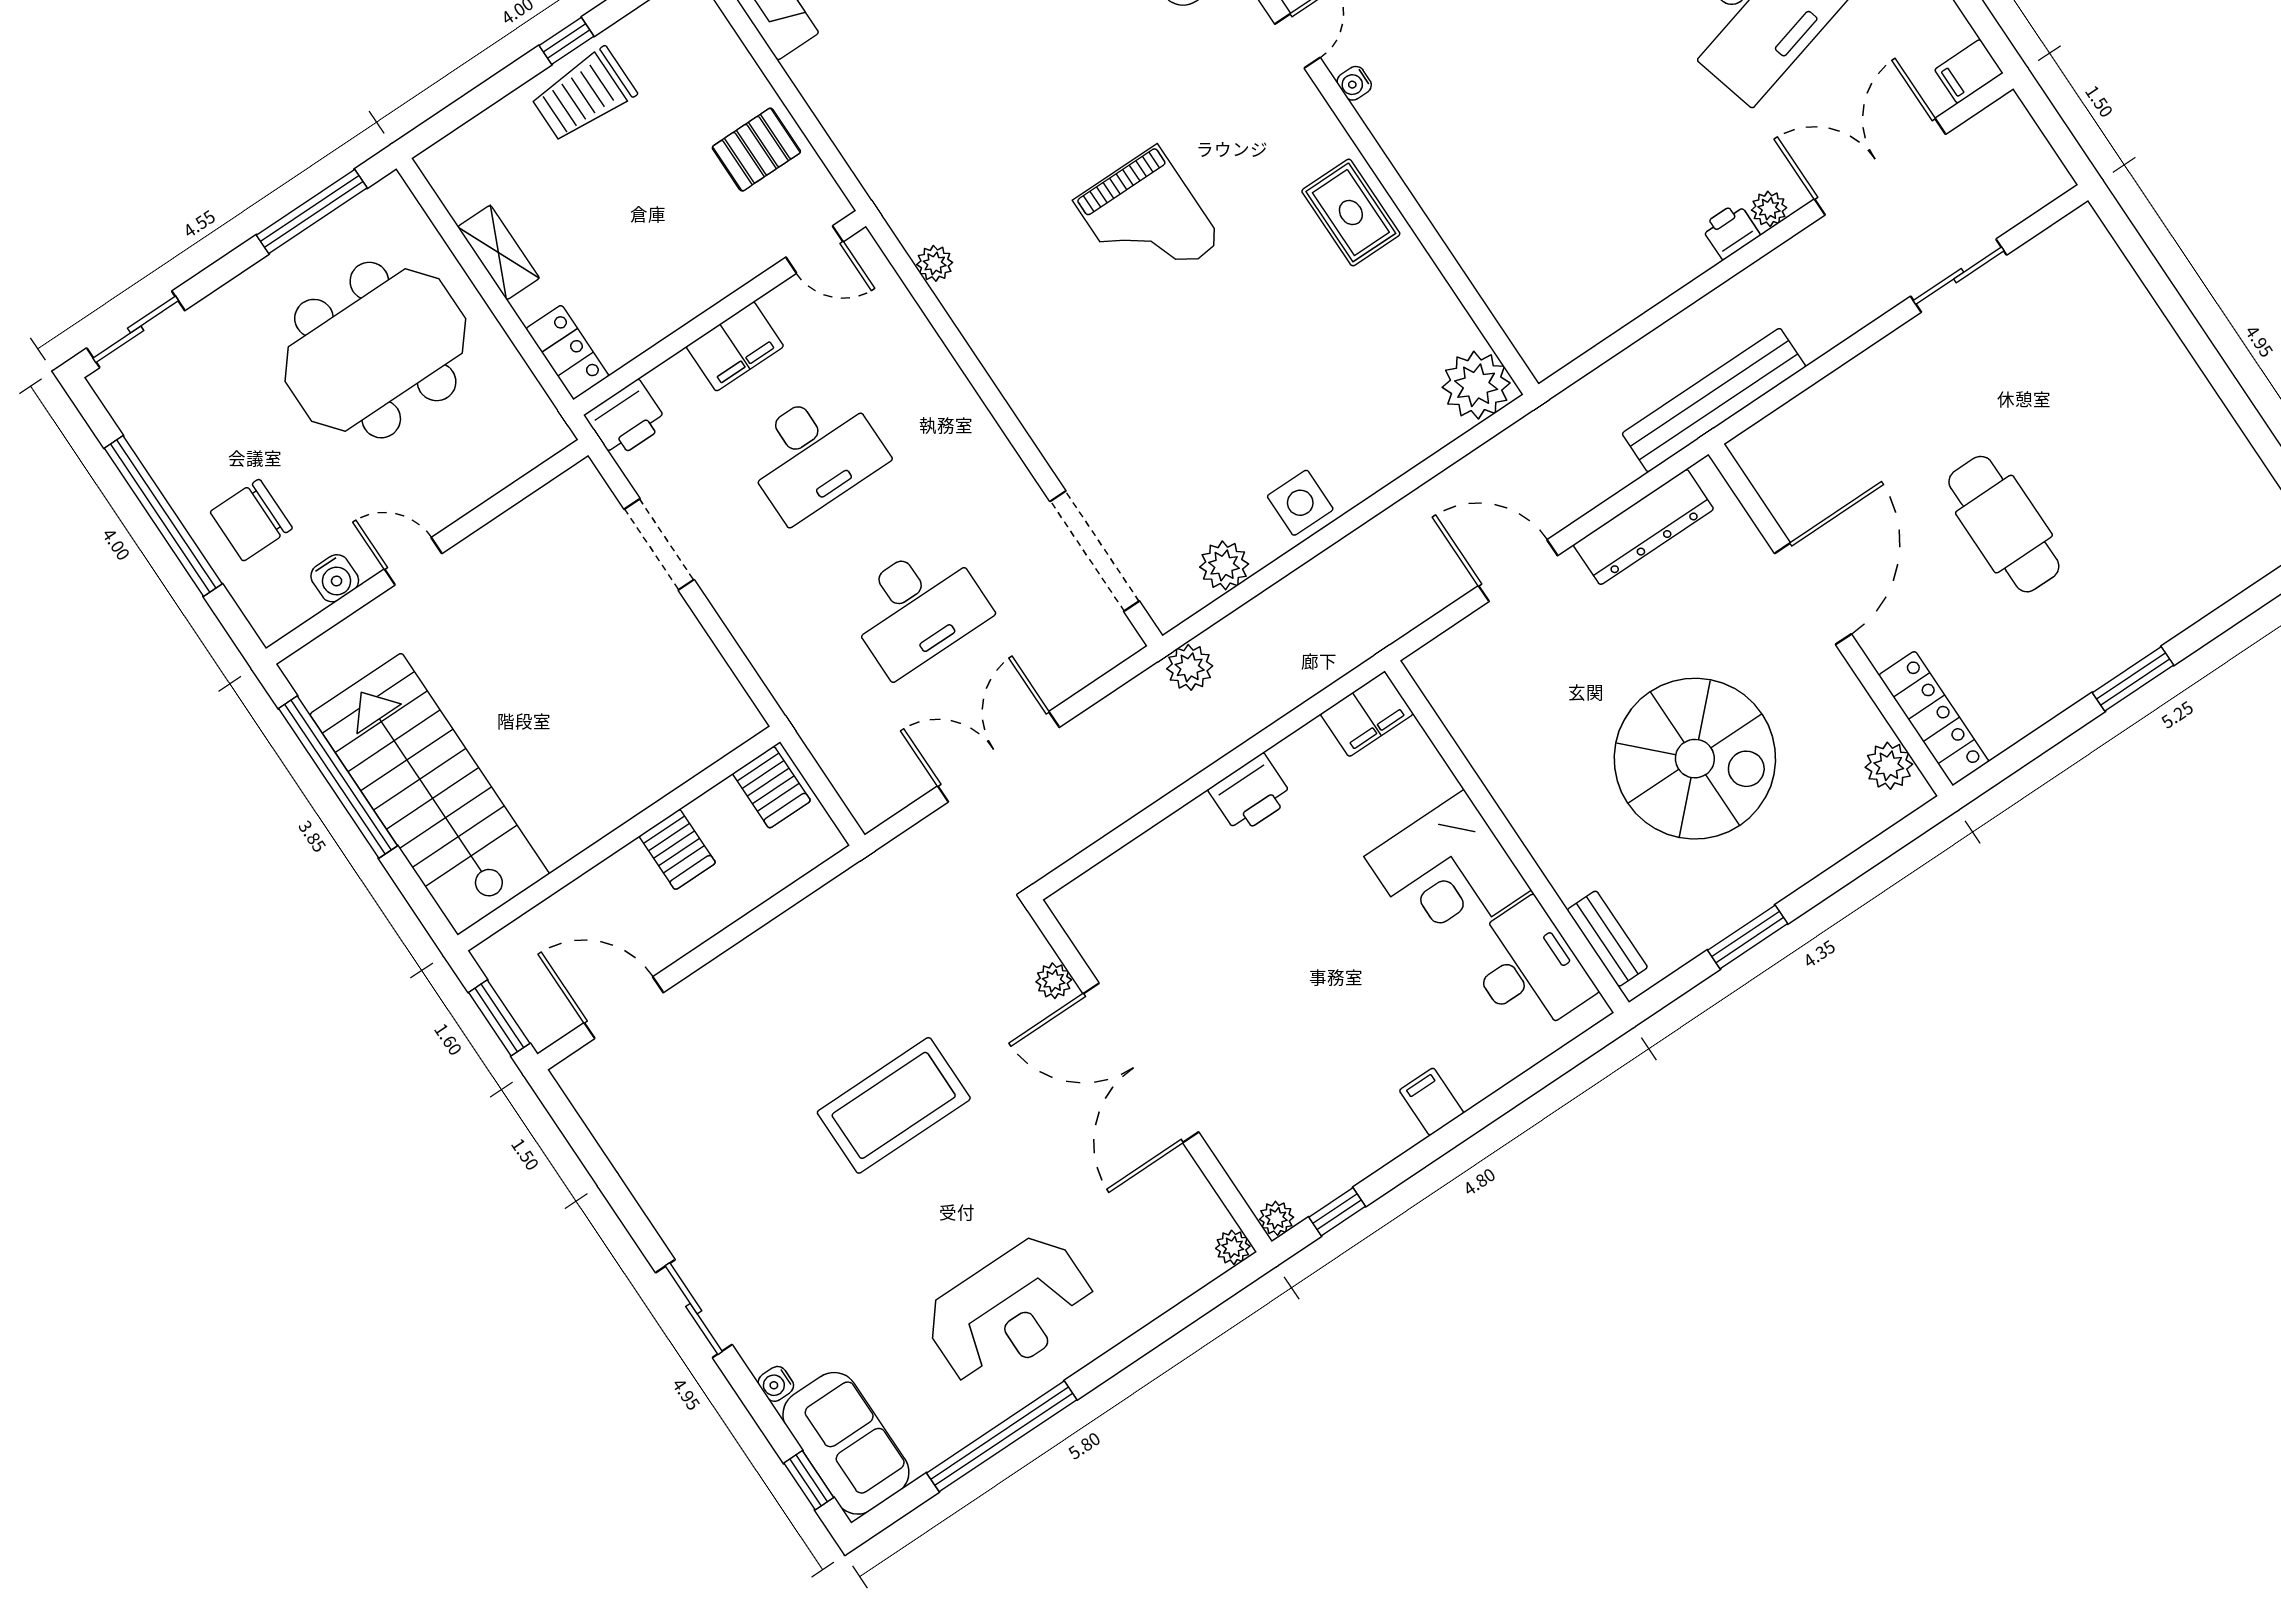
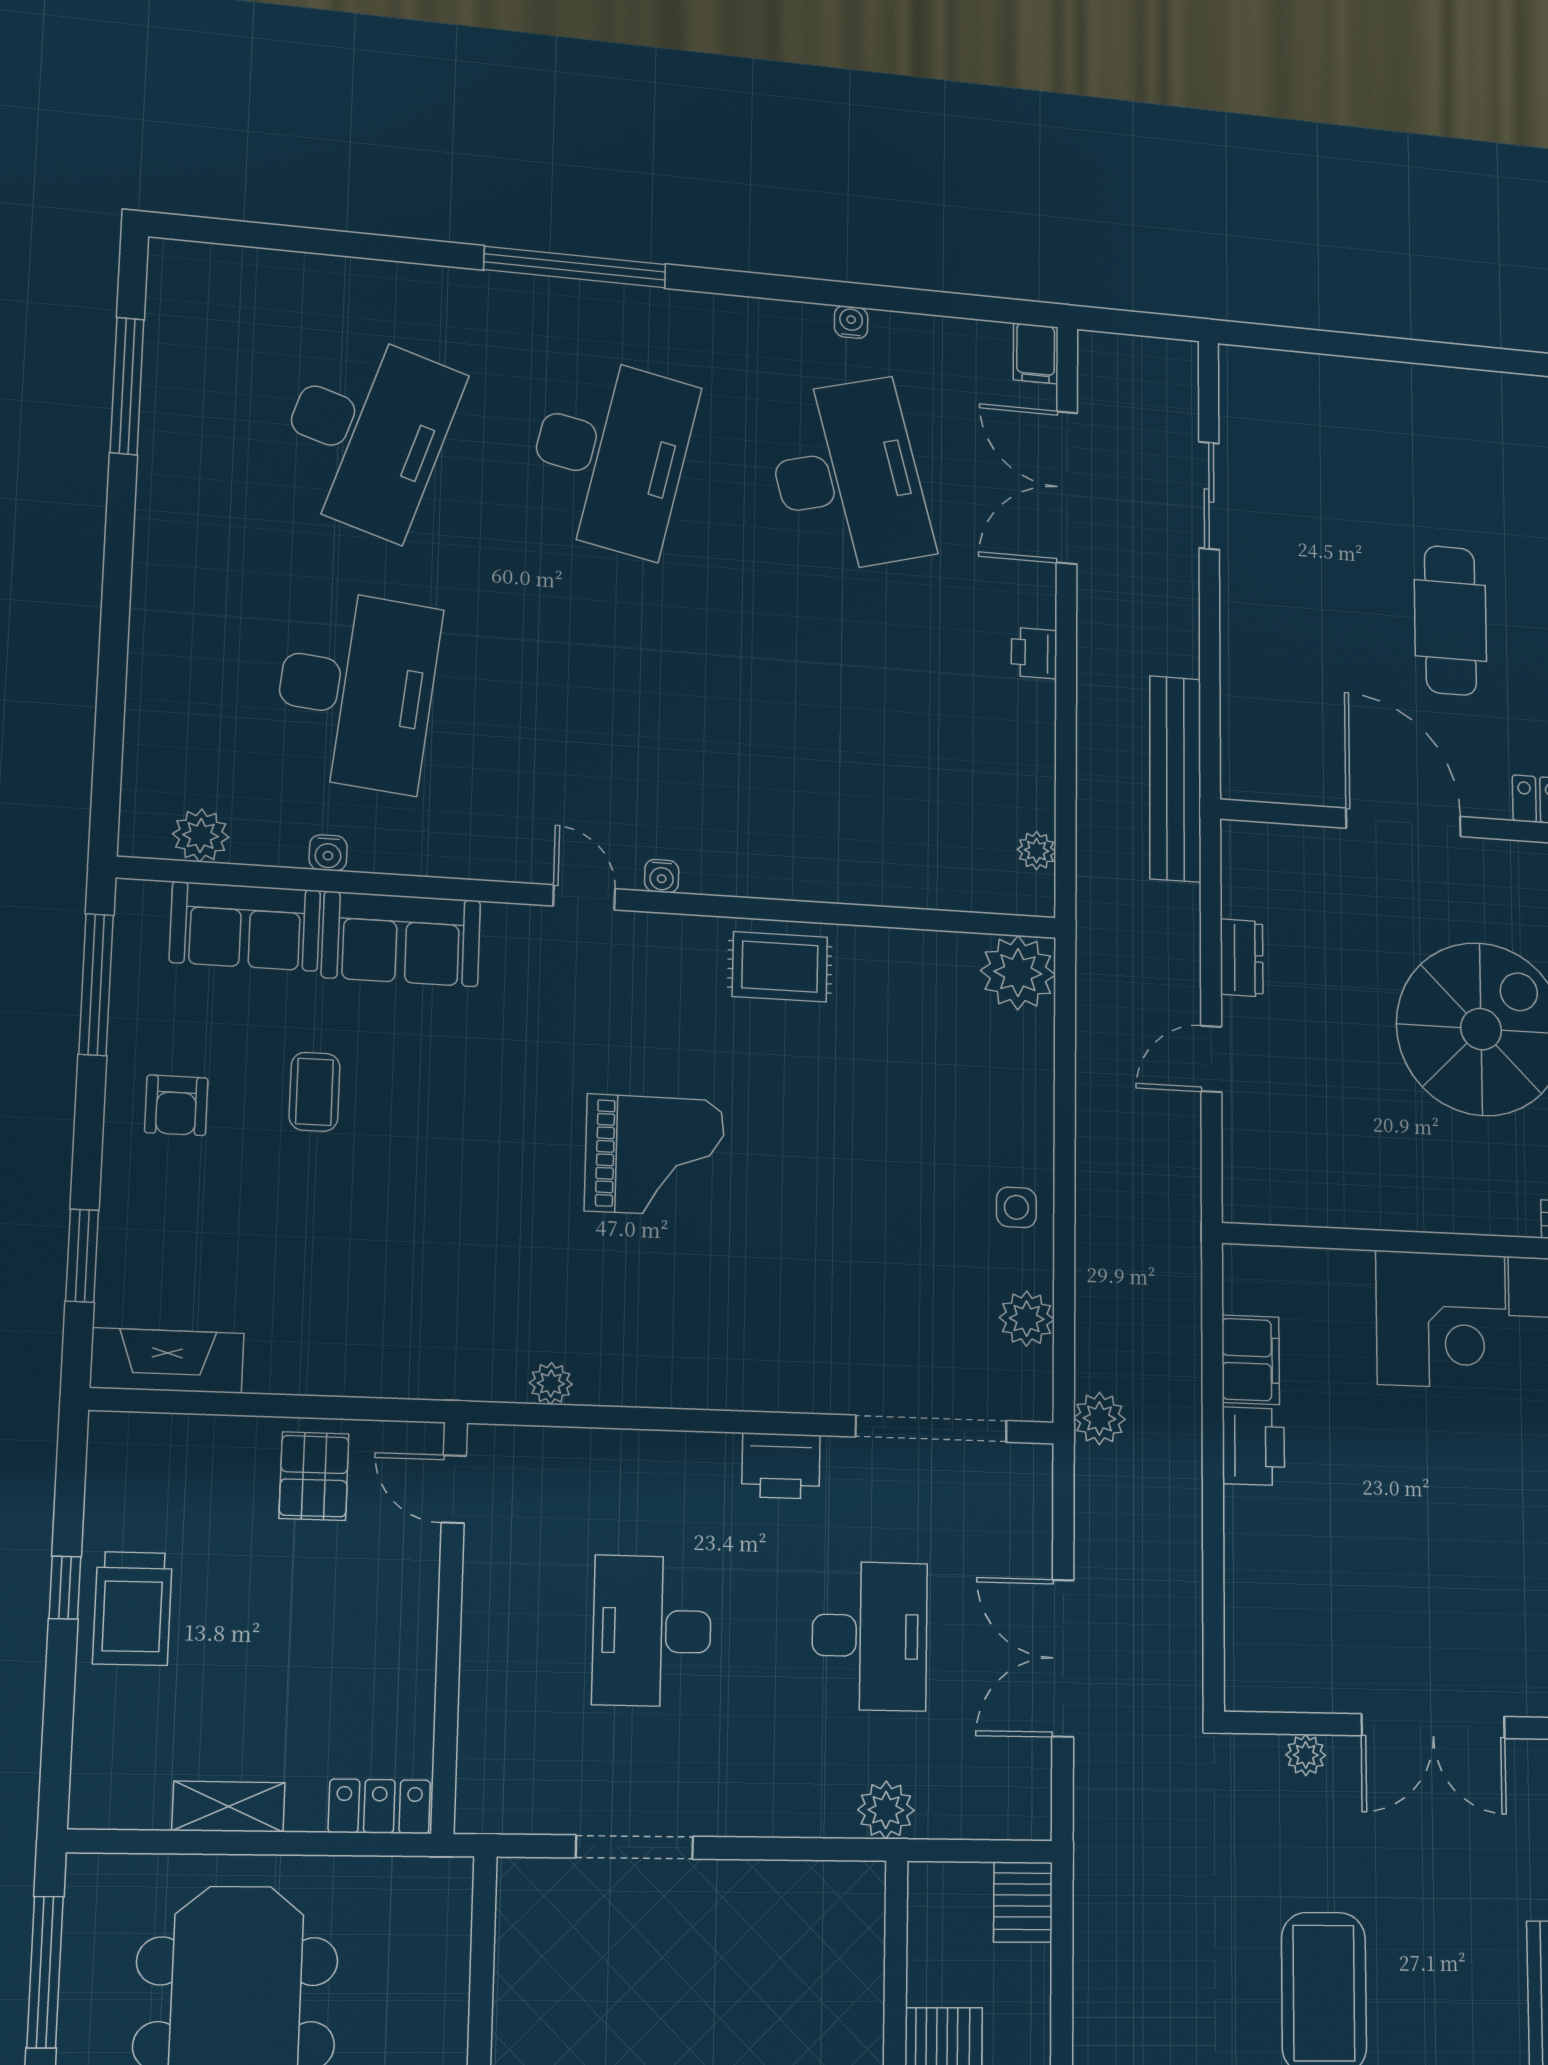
plant: (1769, 209) -> (1037, 851), moved
door: (814, 249) -> (454, 1489), swing flipped
filing cabinet: (735, 346) -> (493, 1635), removed
printer: (626, 419) -> (781, 1466), moved, turned 90
desk: (814, 453) -> (652, 1631), turned 180
side table: (1300, 503) -> (1016, 1207), width x0.73, depth x0.73
cafe table: (2004, 524) -> (1450, 620), turned 90
dresser: (1643, 527) -> (1242, 958), width x0.51, depth x0.80
door: (1518, 571) -> (1211, 1059), width x0.73
plant: (805, 702) -> (886, 1810), added
filing cabinet: (1367, 714) -> (1251, 1360), moved
server rack: (772, 787) -> (1023, 1902), moved, turned 90
double door: (1141, 1063) -> (1433, 1726), width x0.73

